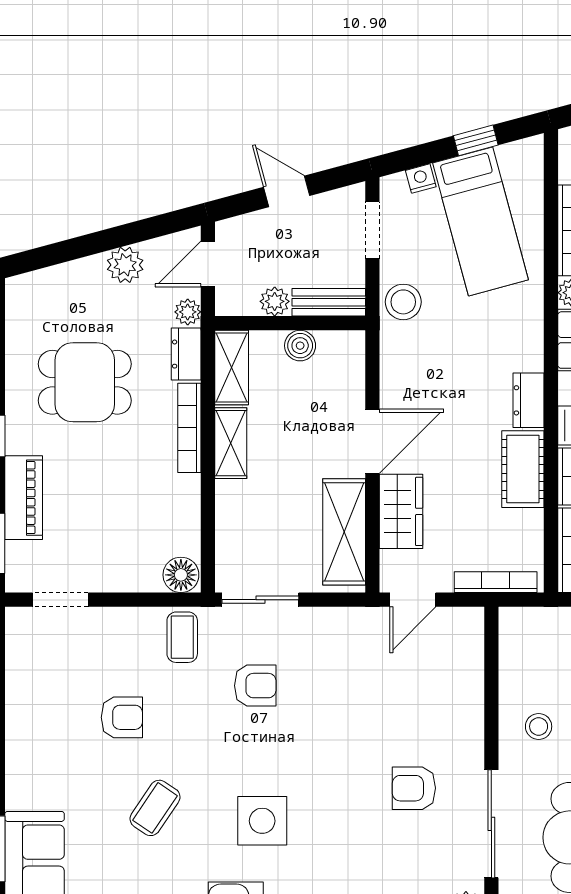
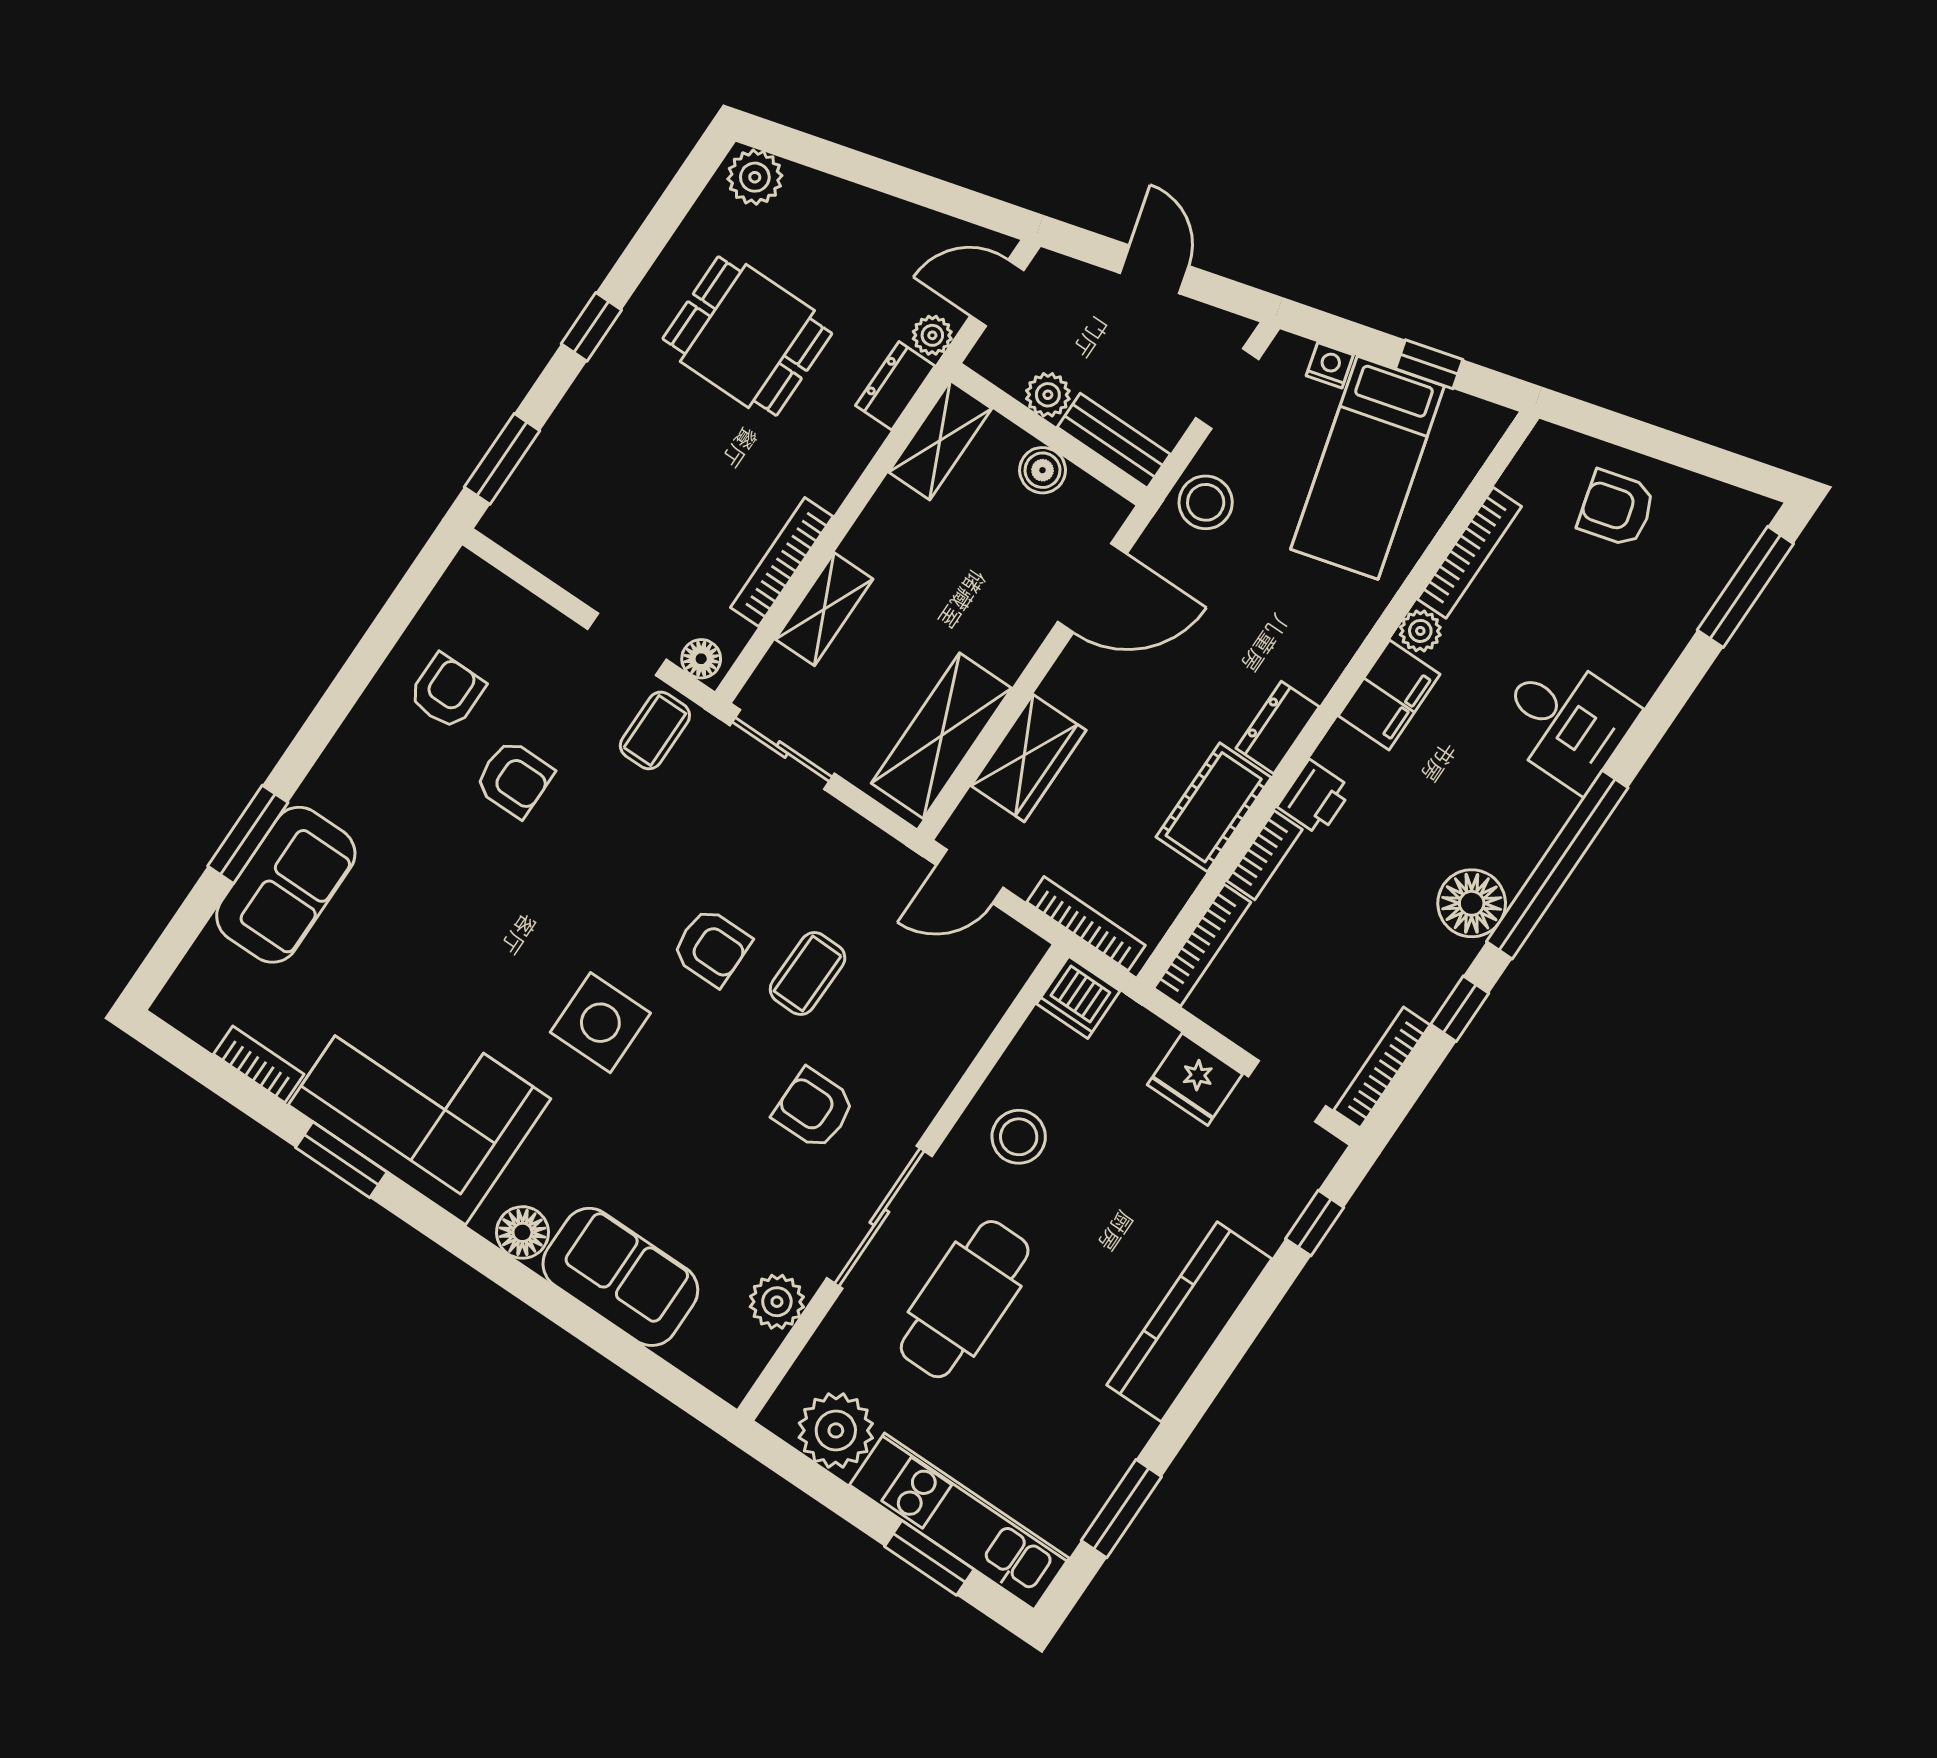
plant: (125, 265) -> (755, 177), moved
bookcase: (189, 428) -> (782, 562), moved
door: (372, 441) -> (1092, 588), moved
shelving: (231, 443) -> (824, 609), moved
piano: (24, 498) -> (576, 427), removed
floor lamp: (181, 575) -> (701, 659), width x0.73, depth x0.73
doorway: (60, 600) -> (627, 644), moved
dishwasher: (519, 626) -> (1078, 997), added
armchair: (255, 686) -> (711, 947), moved
armchair: (51, 694) -> (447, 691), added
stool: (539, 726) -> (1019, 1137), width x1.37, depth x1.37
coffee table: (155, 808) -> (808, 974), moved, turned -33

